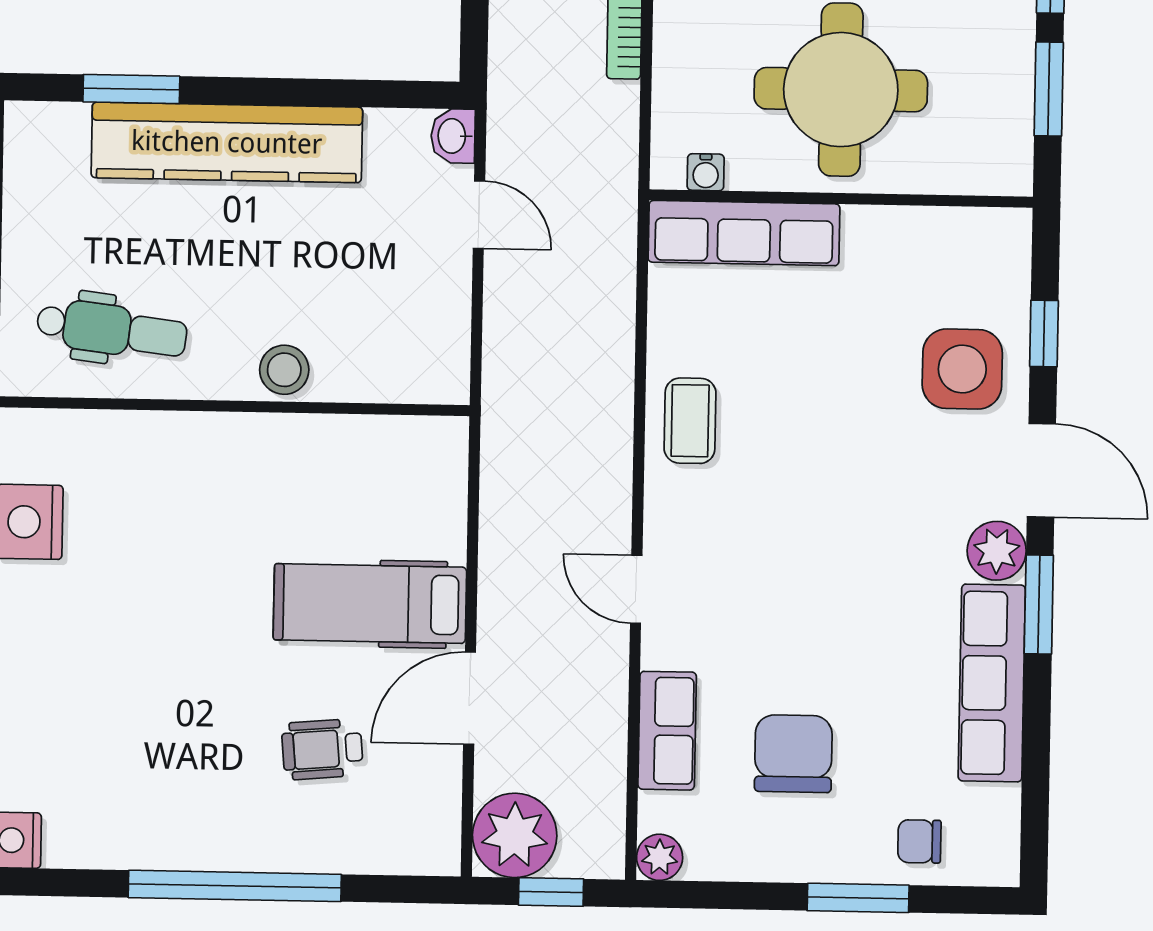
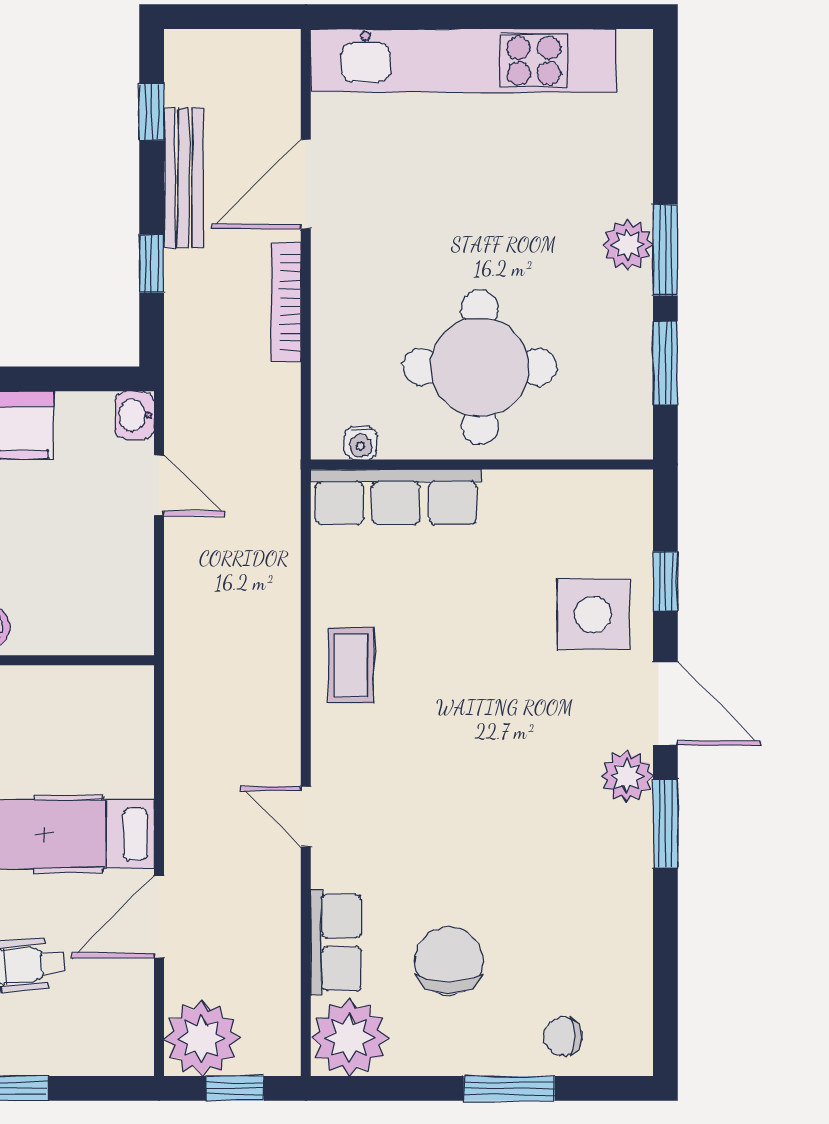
row of seats: (992, 683) -> (625, 894), removed
plant: (660, 857) -> (349, 1037), width x1.87, depth x1.87

